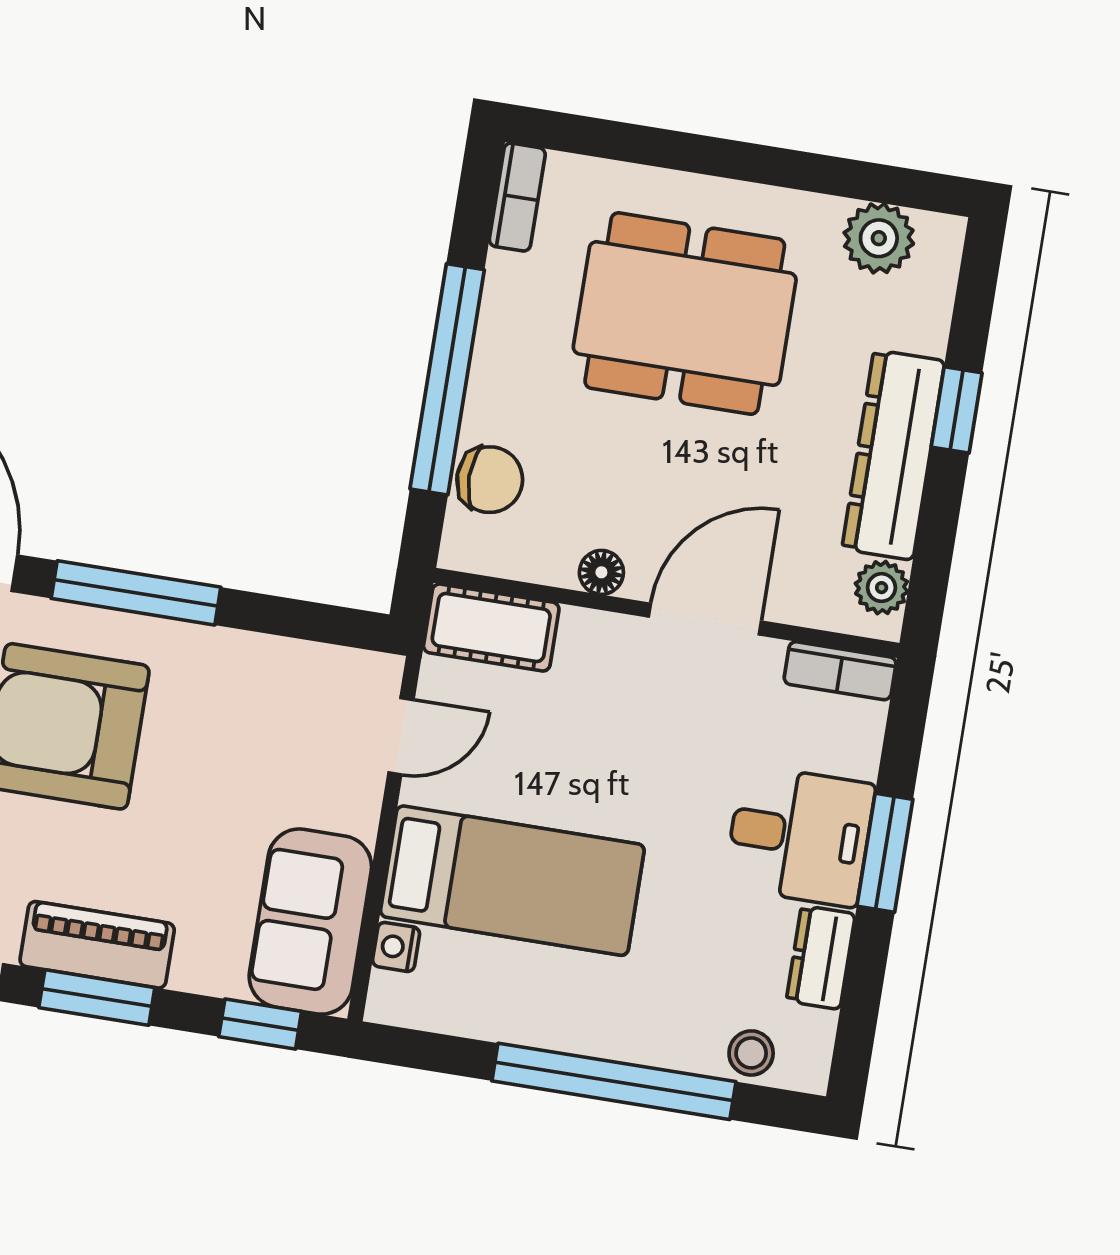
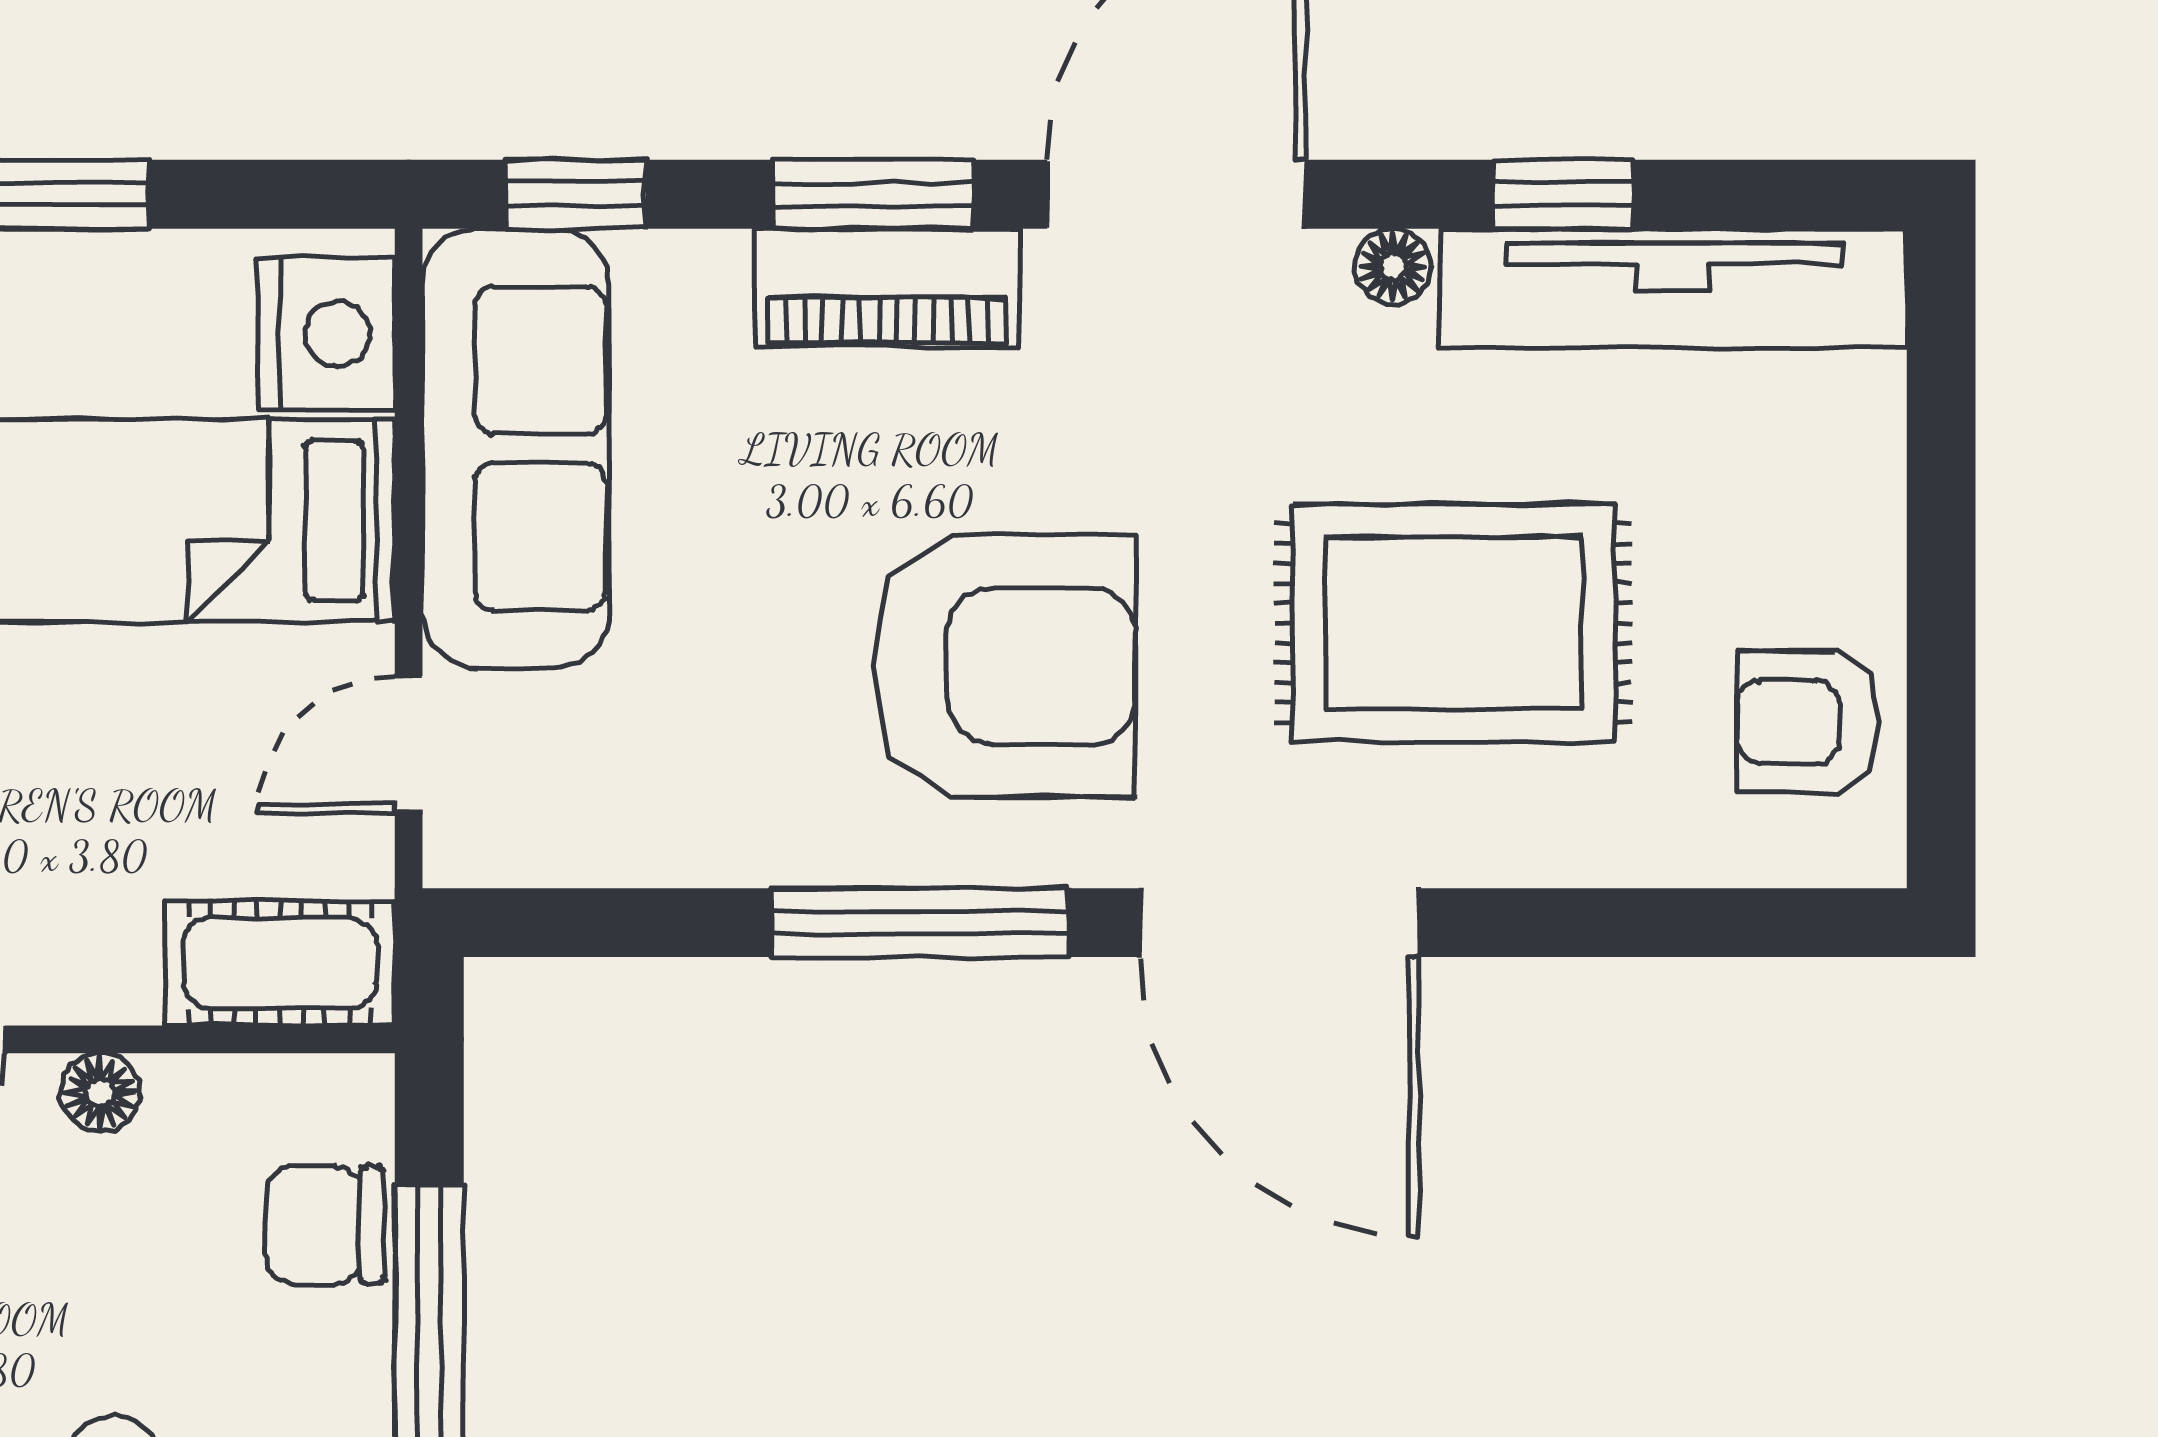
sofa: (310, 922) -> (516, 448), width x1.36
nightstand: (396, 947) -> (327, 334), width x1.89, depth x1.79

